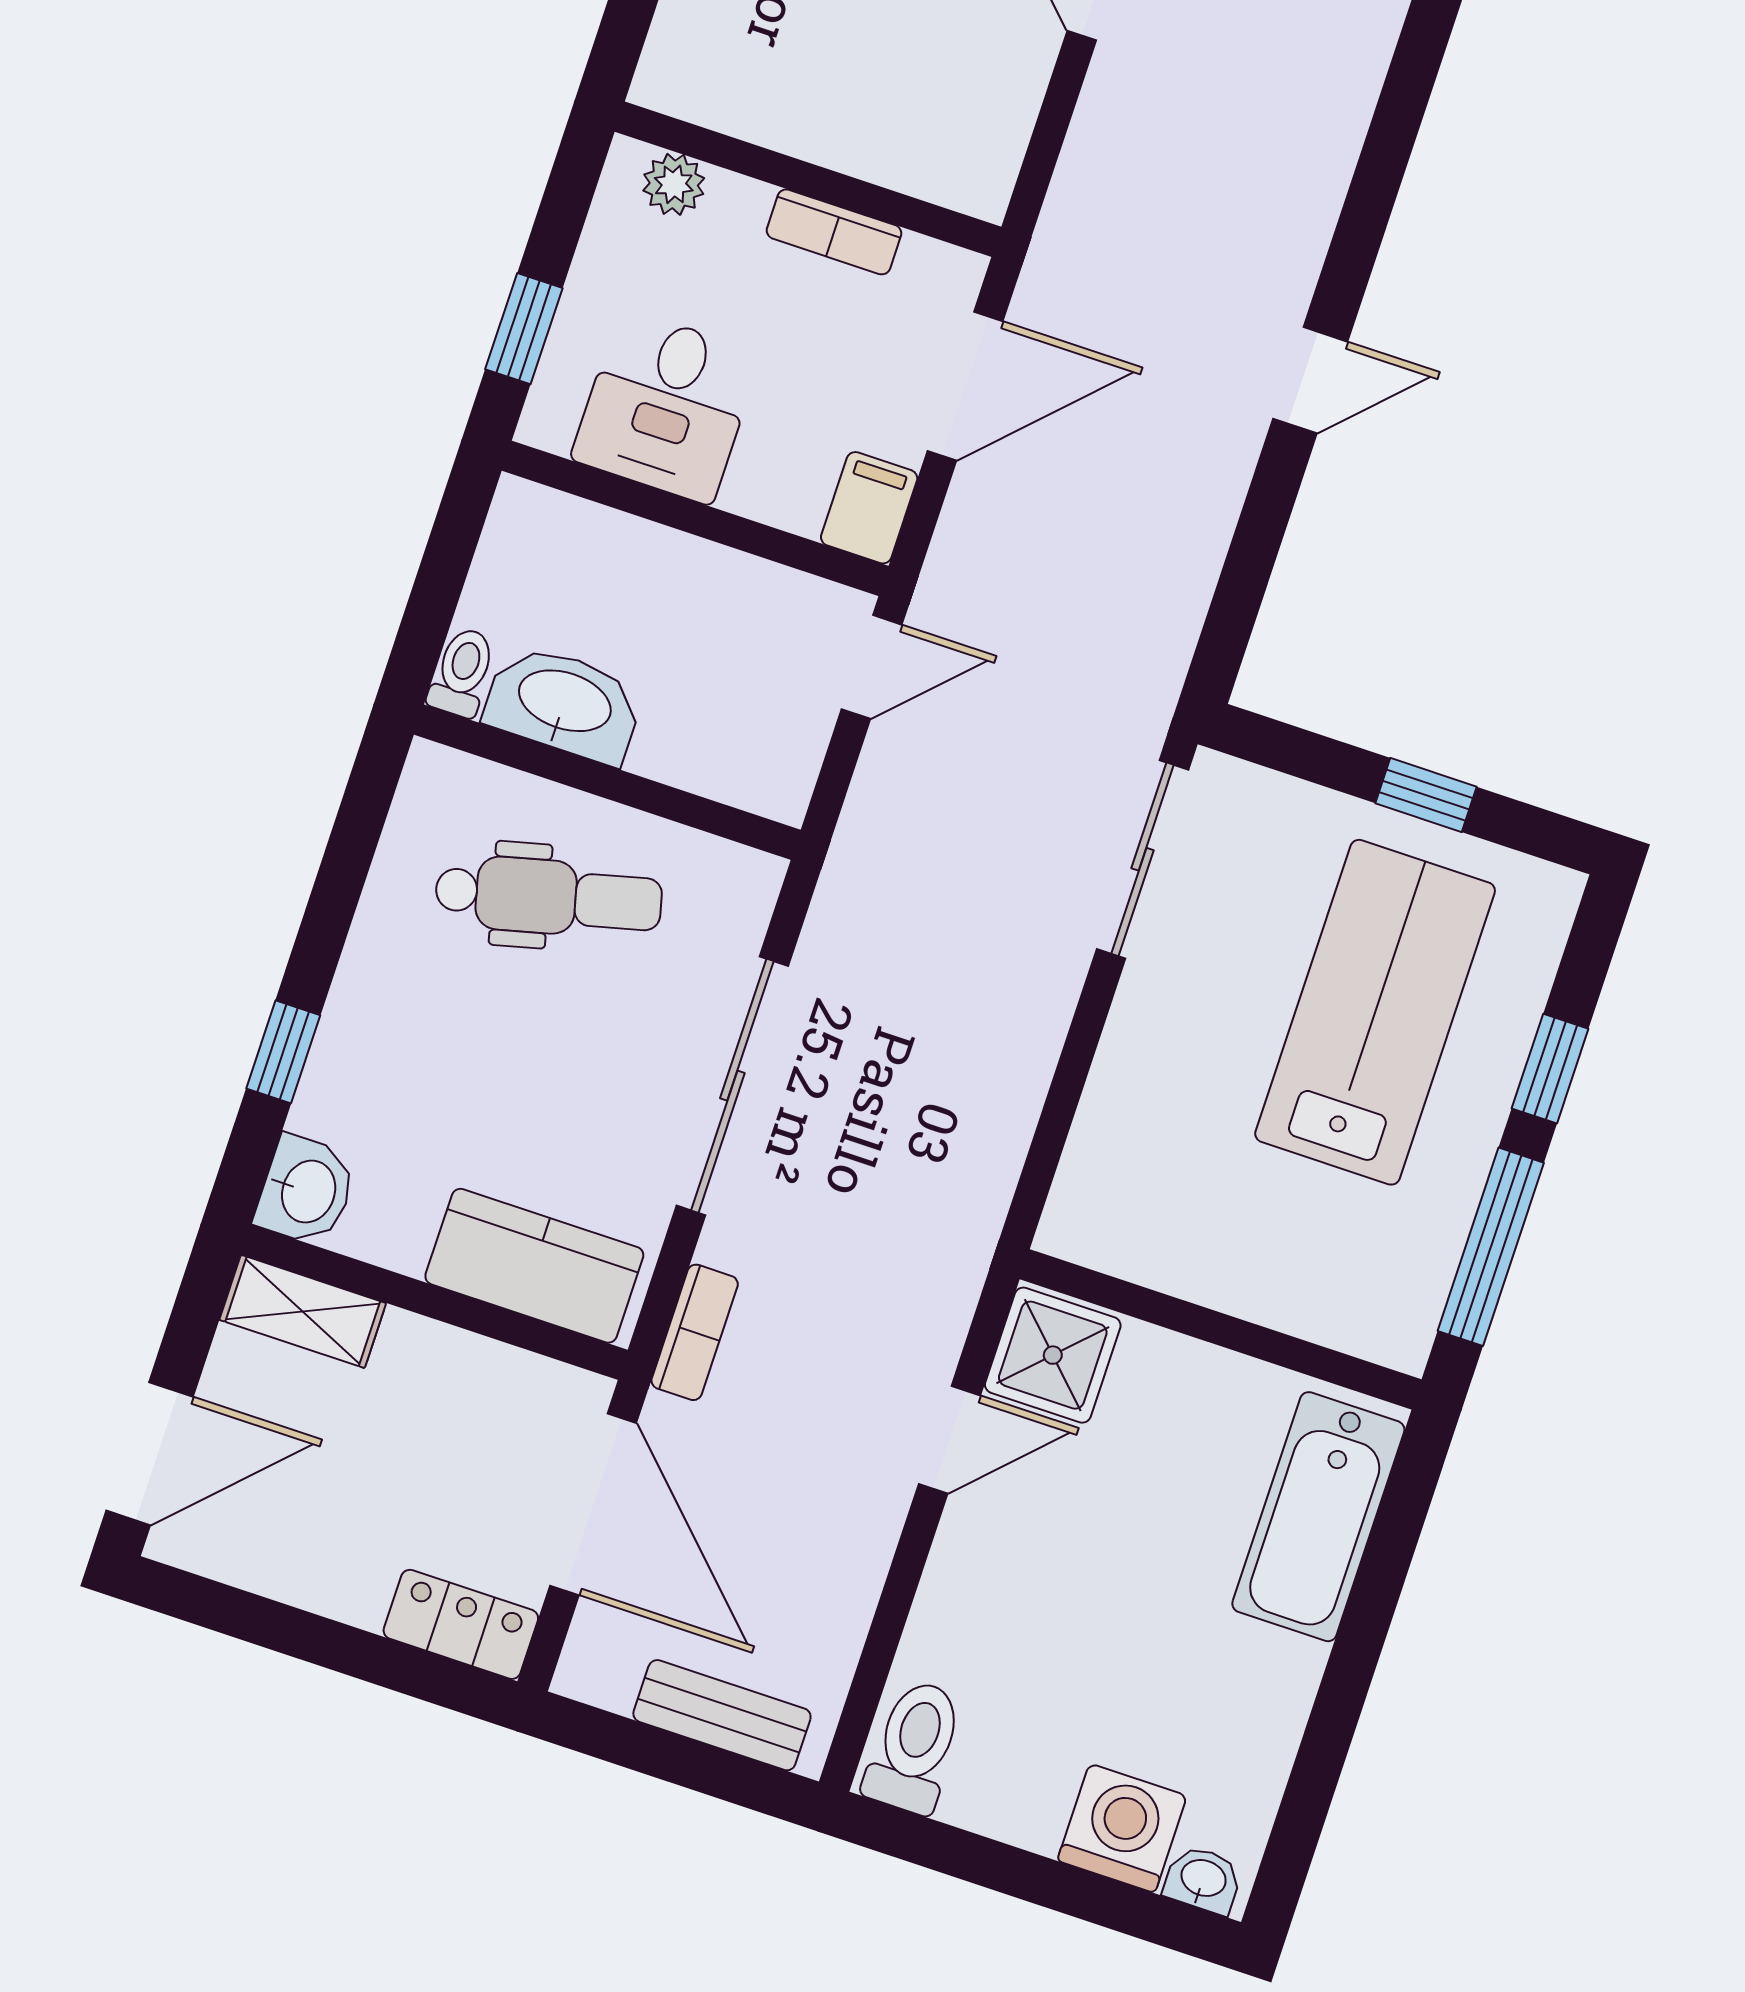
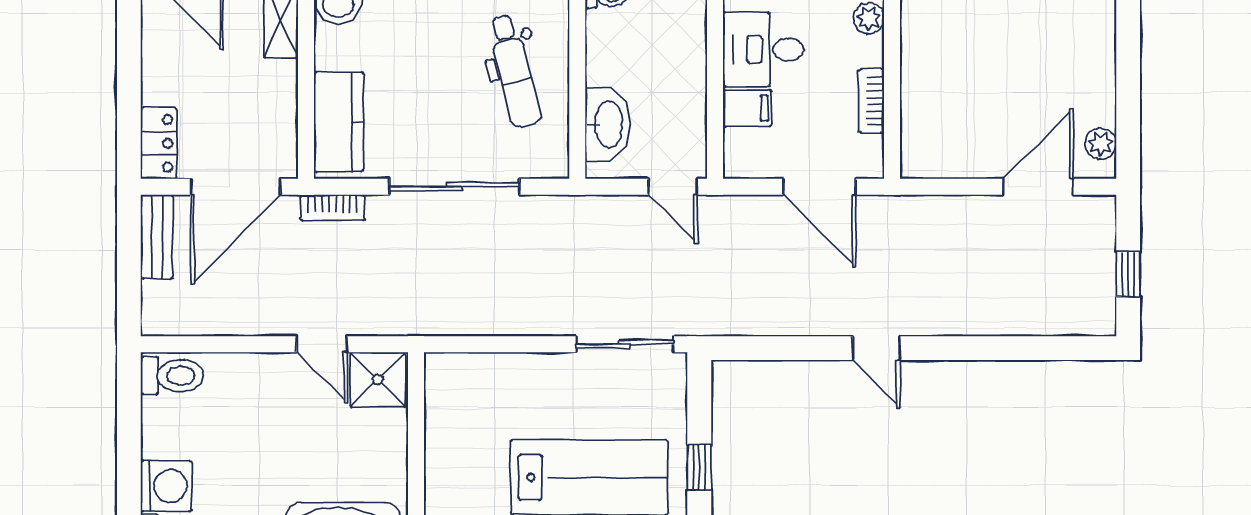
filing cabinet: (869, 508) -> (747, 108), moved
washbasin: (564, 703) -> (608, 125), moved
bench: (722, 1715) -> (157, 237), moved

